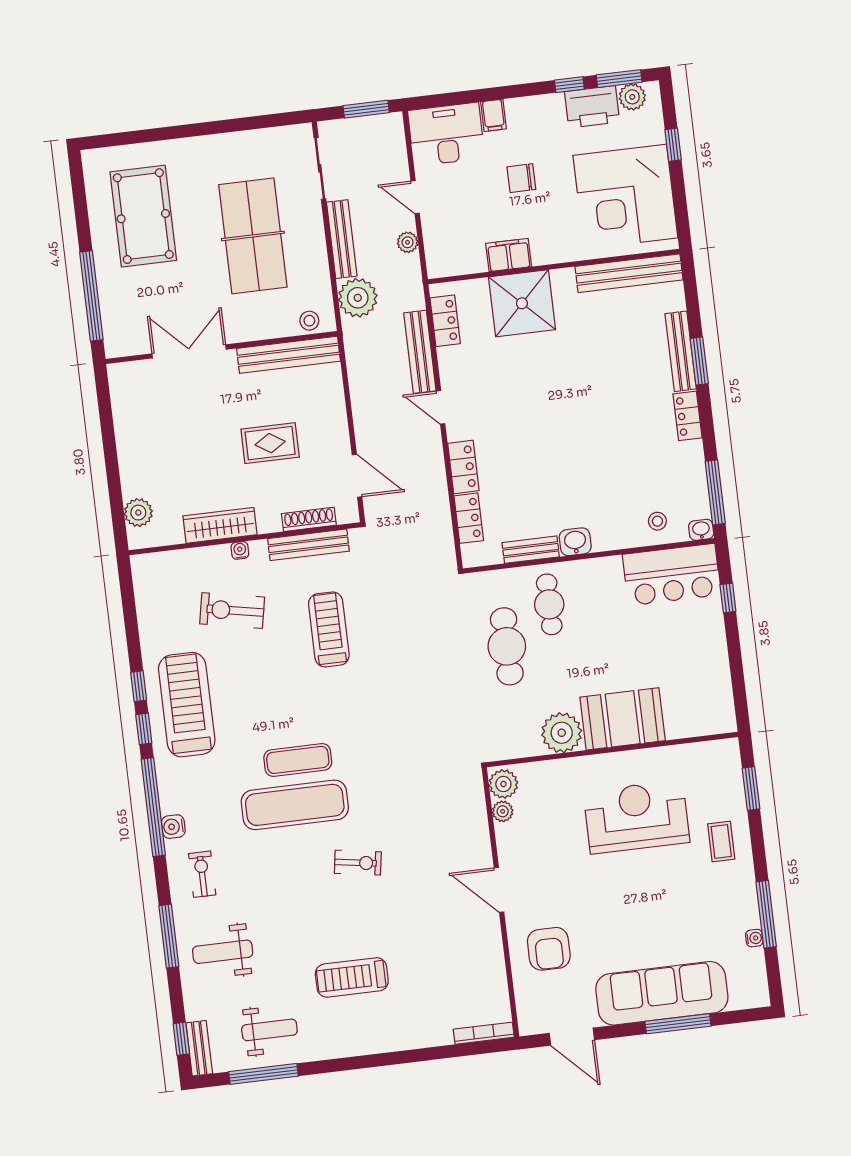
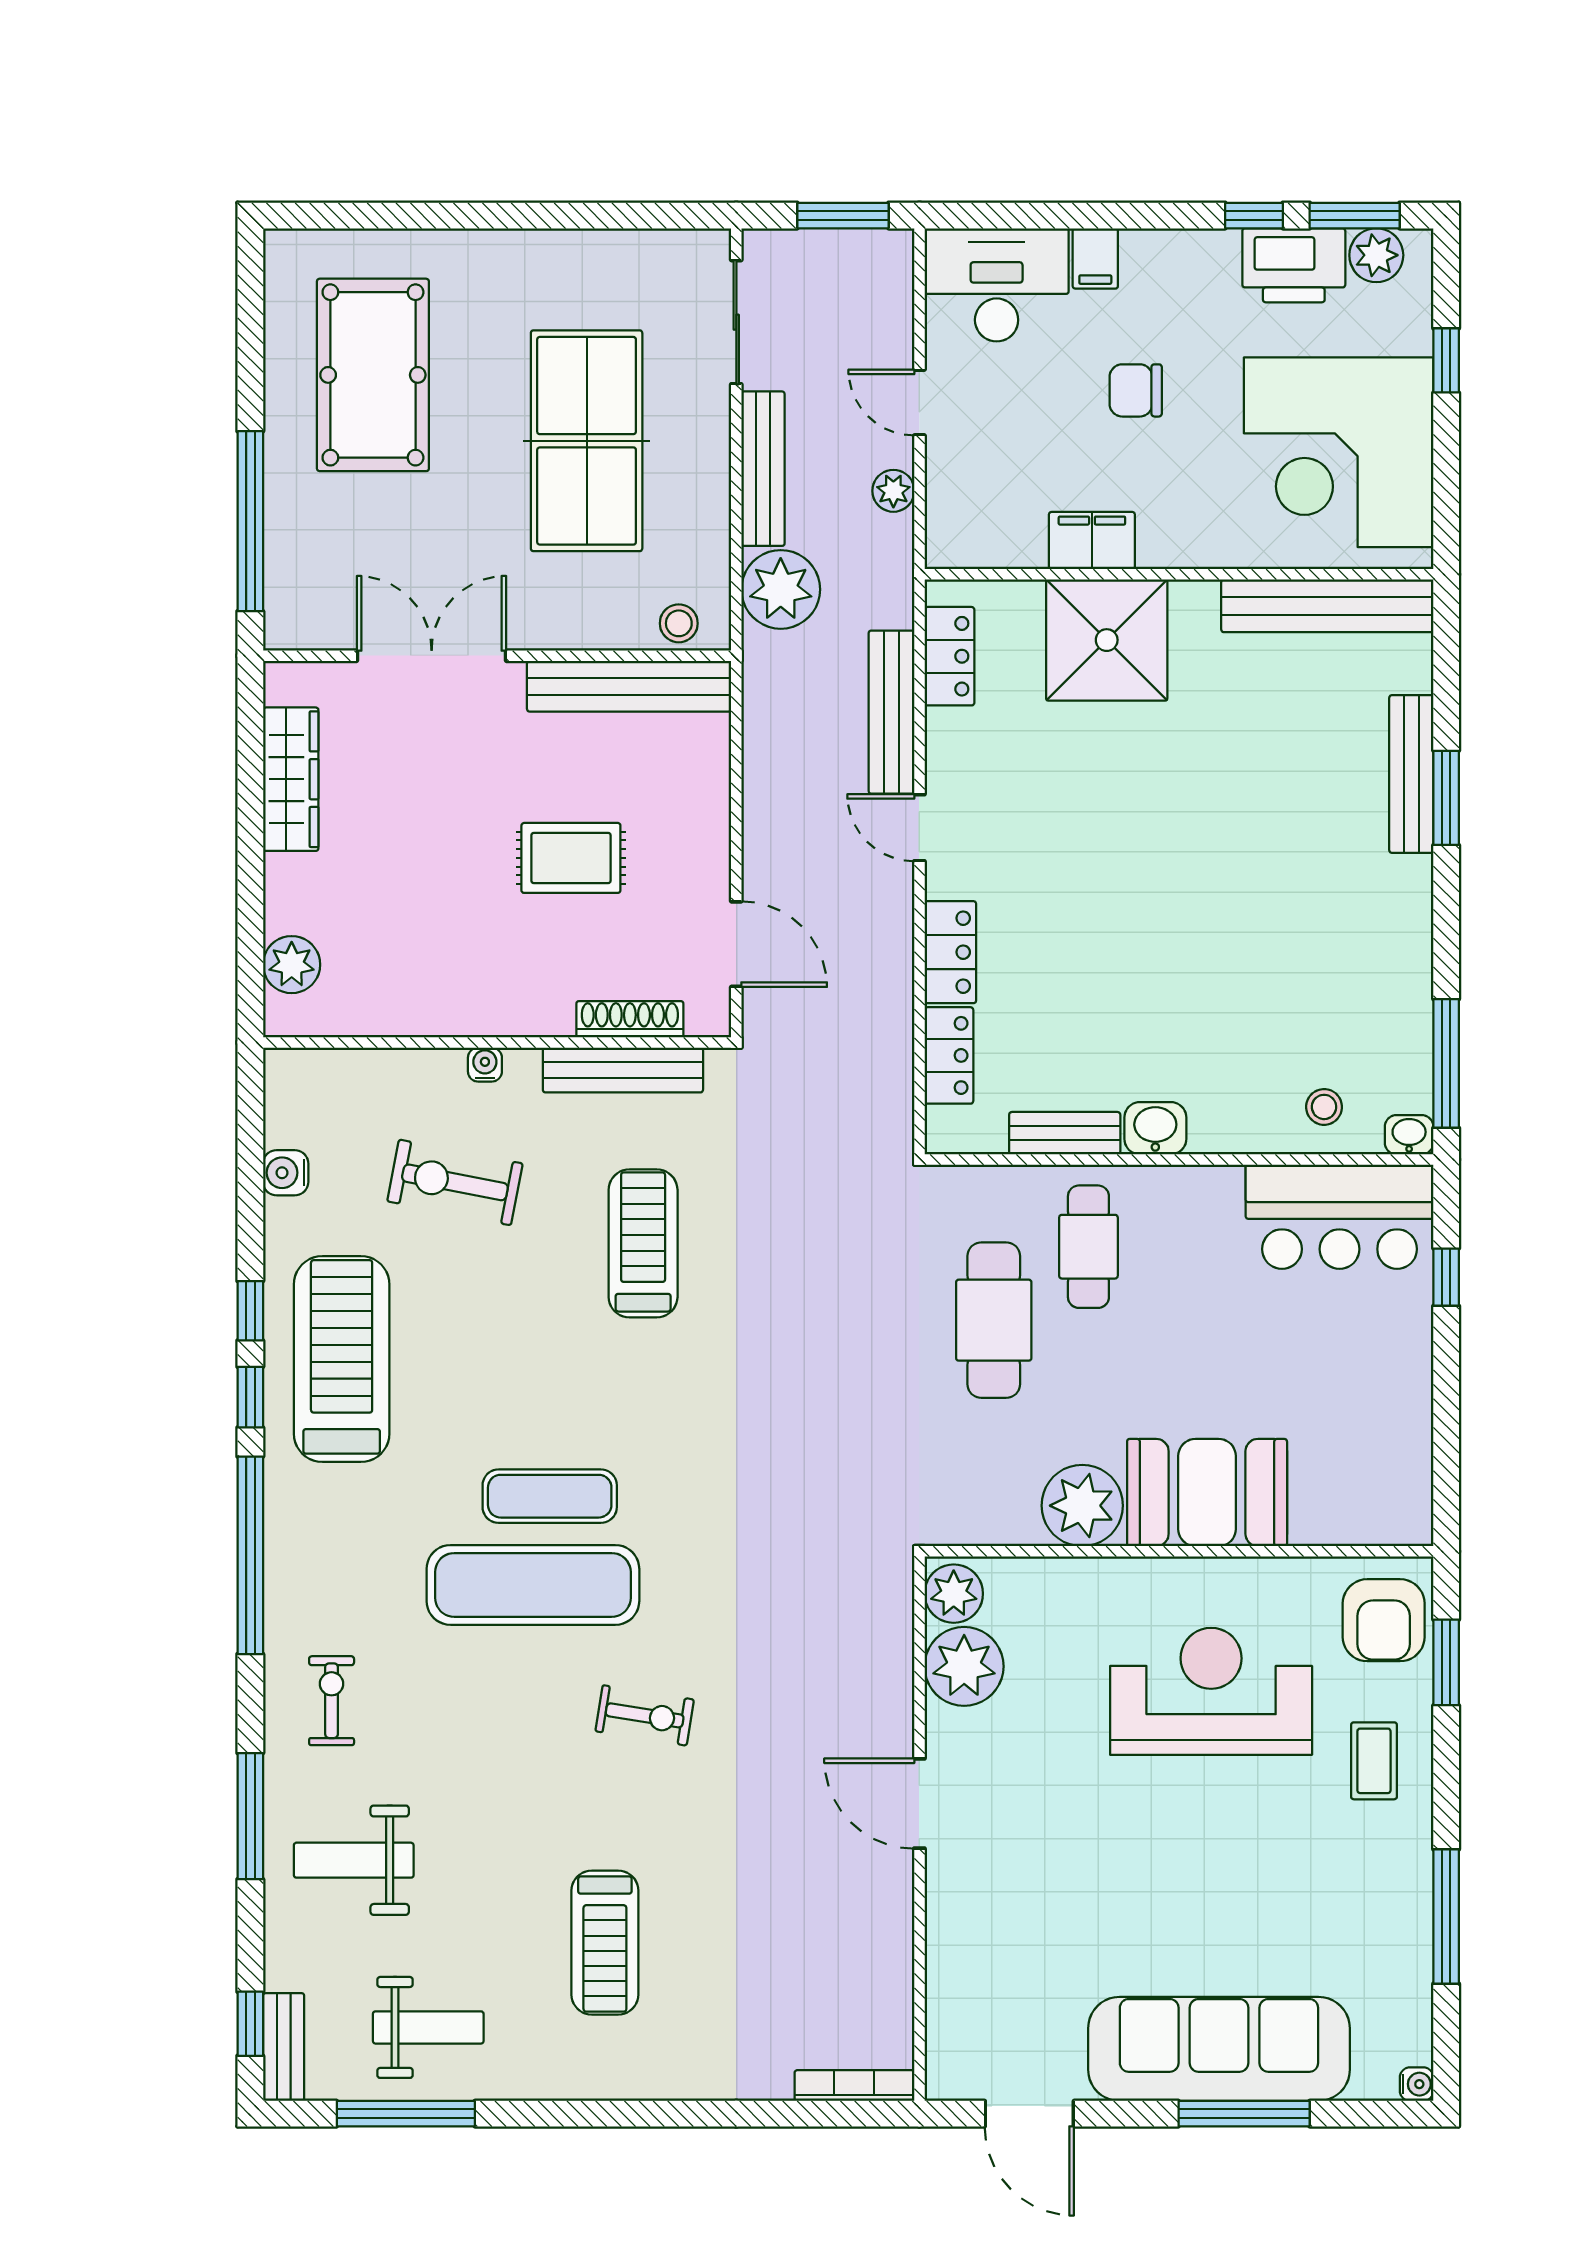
locker: (688, 416) -> (1410, 904), removed
wardrobe: (220, 525) -> (291, 779), moved, turned 90
plant: (503, 811) -> (964, 1666), width x1.87, depth x1.87
water cooler: (173, 827) -> (286, 1173), moved
water cooler: (754, 938) -> (1417, 2084), moved
armchair: (549, 949) -> (1384, 1620), moved
treadmill: (352, 977) -> (605, 1943), turned -90

